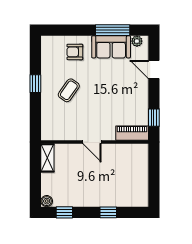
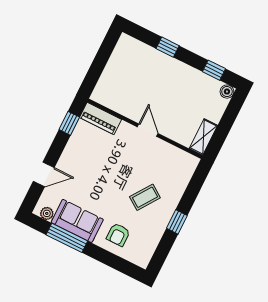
armchair: (75, 52) -> (118, 235), turned 90
door: (154, 69) -> (44, 174), hinge flipped

